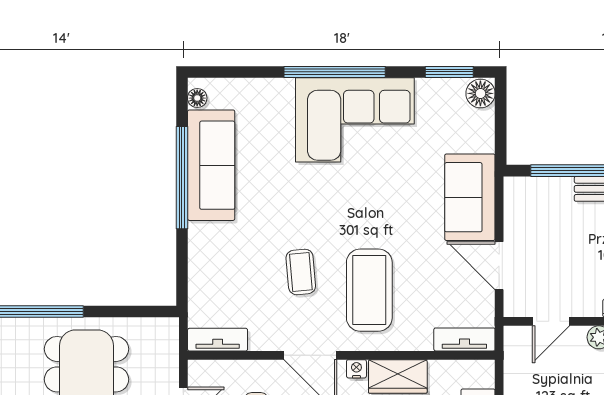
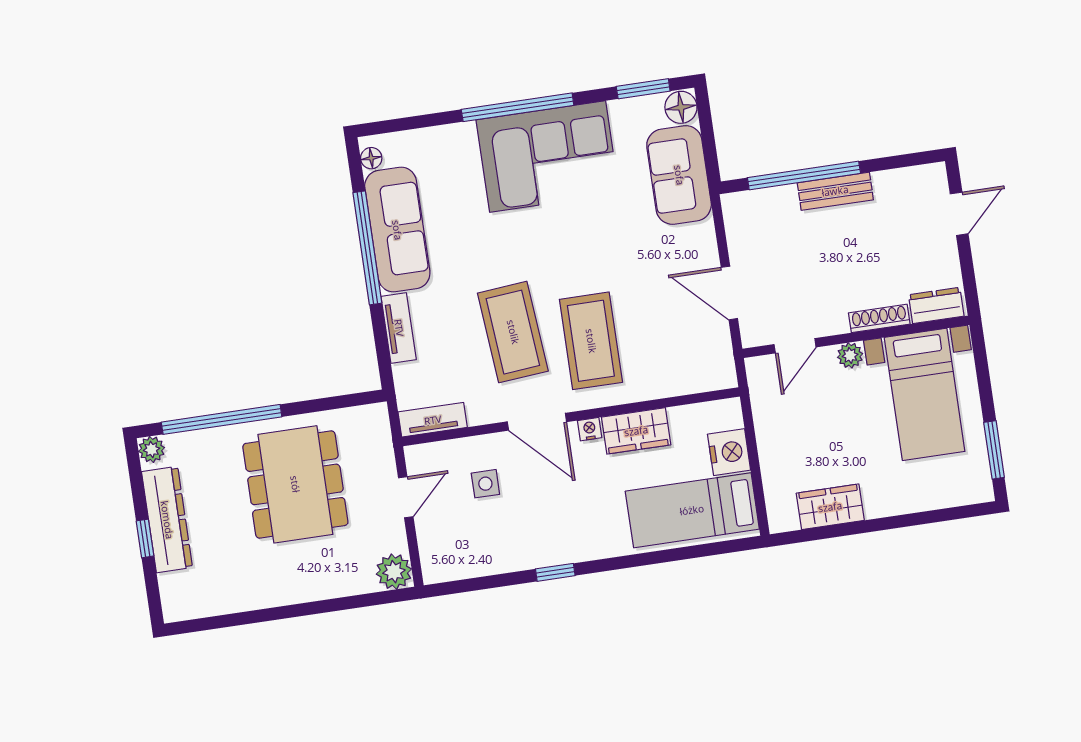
sofa: (470, 197) -> (679, 175), moved
coffee table: (301, 272) -> (513, 332), width x1.86, depth x1.72
tv unit: (464, 339) -> (399, 328), moved, turned 90

